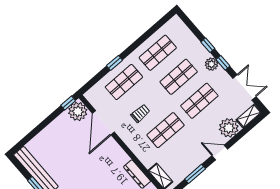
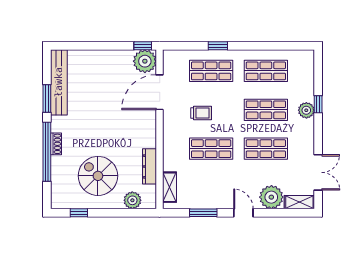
window: (223, 63) -> (318, 132), removed
plant: (211, 64) -> (306, 110), moved

